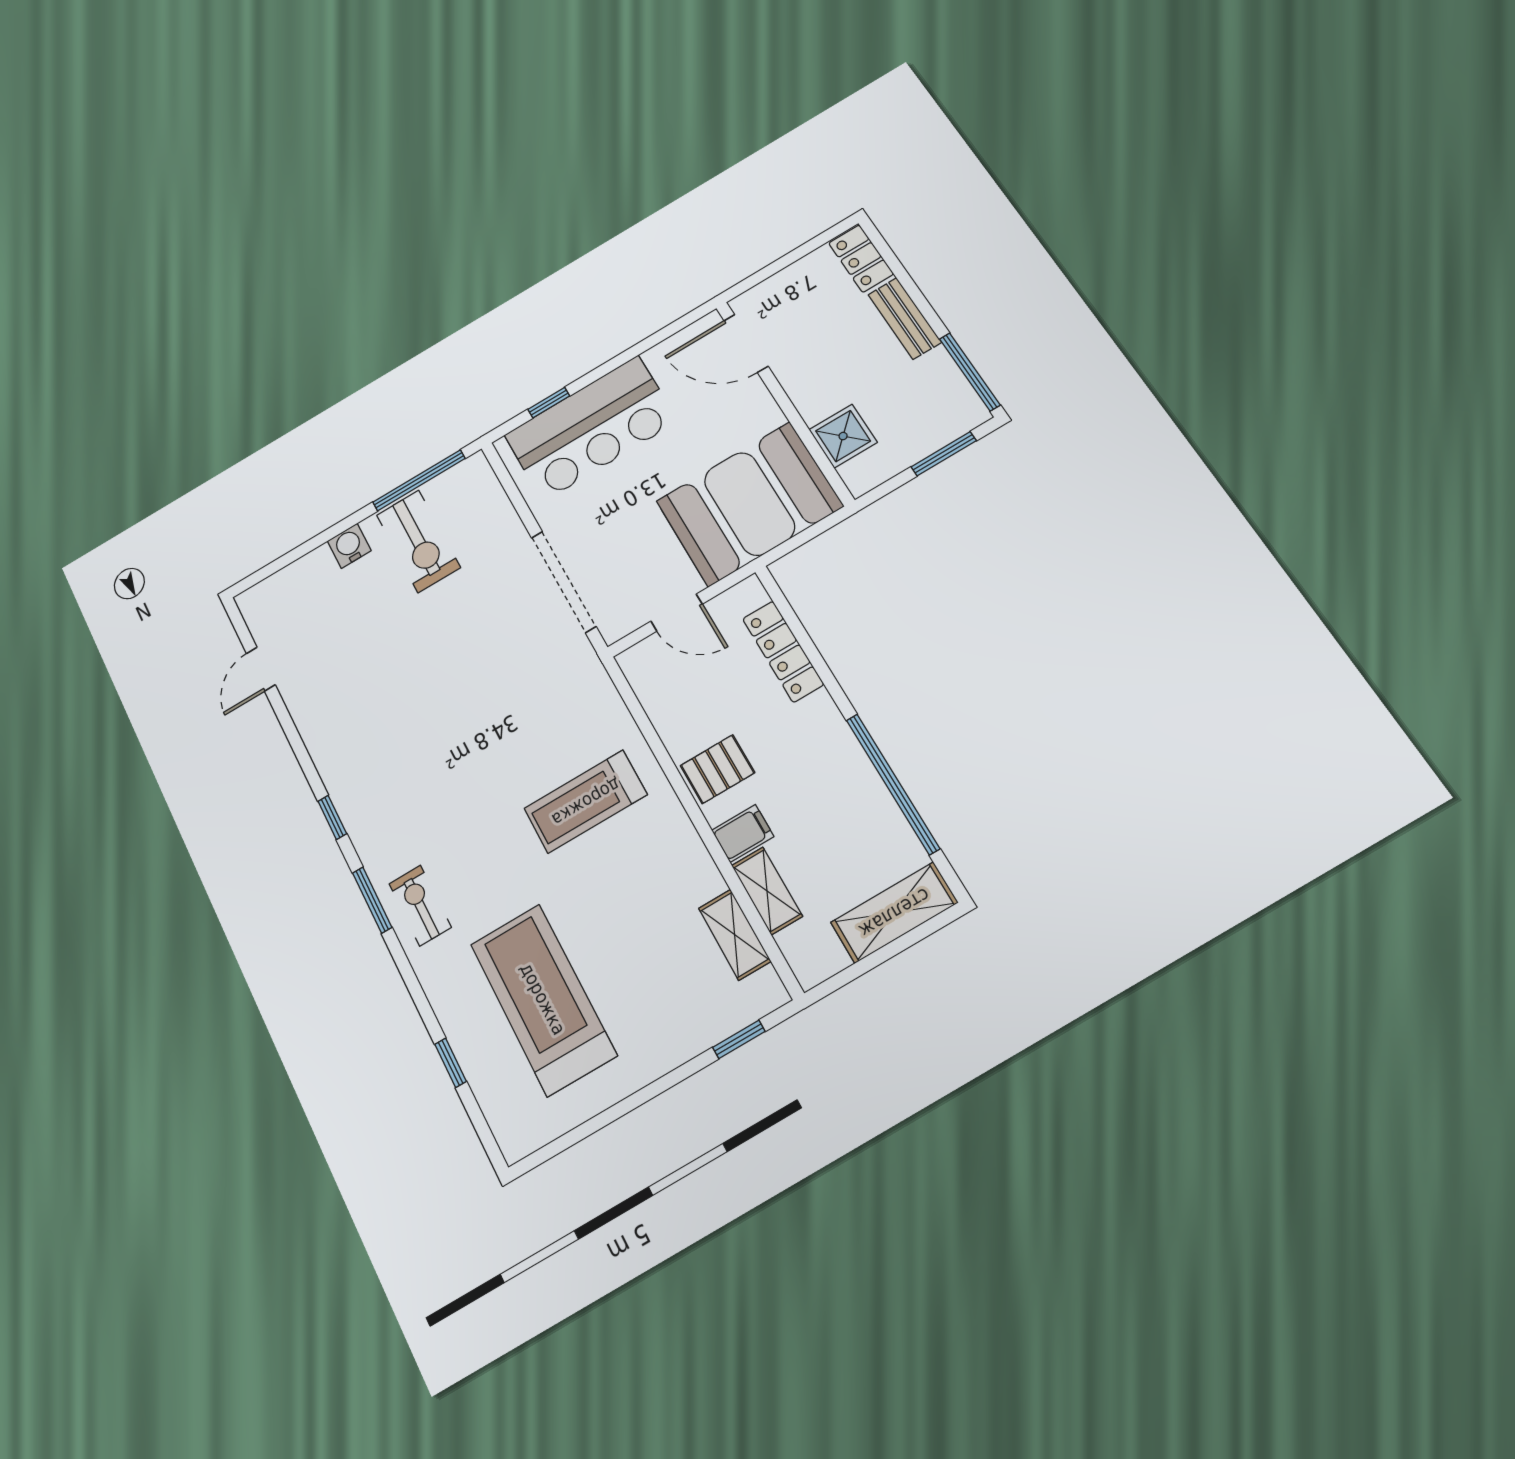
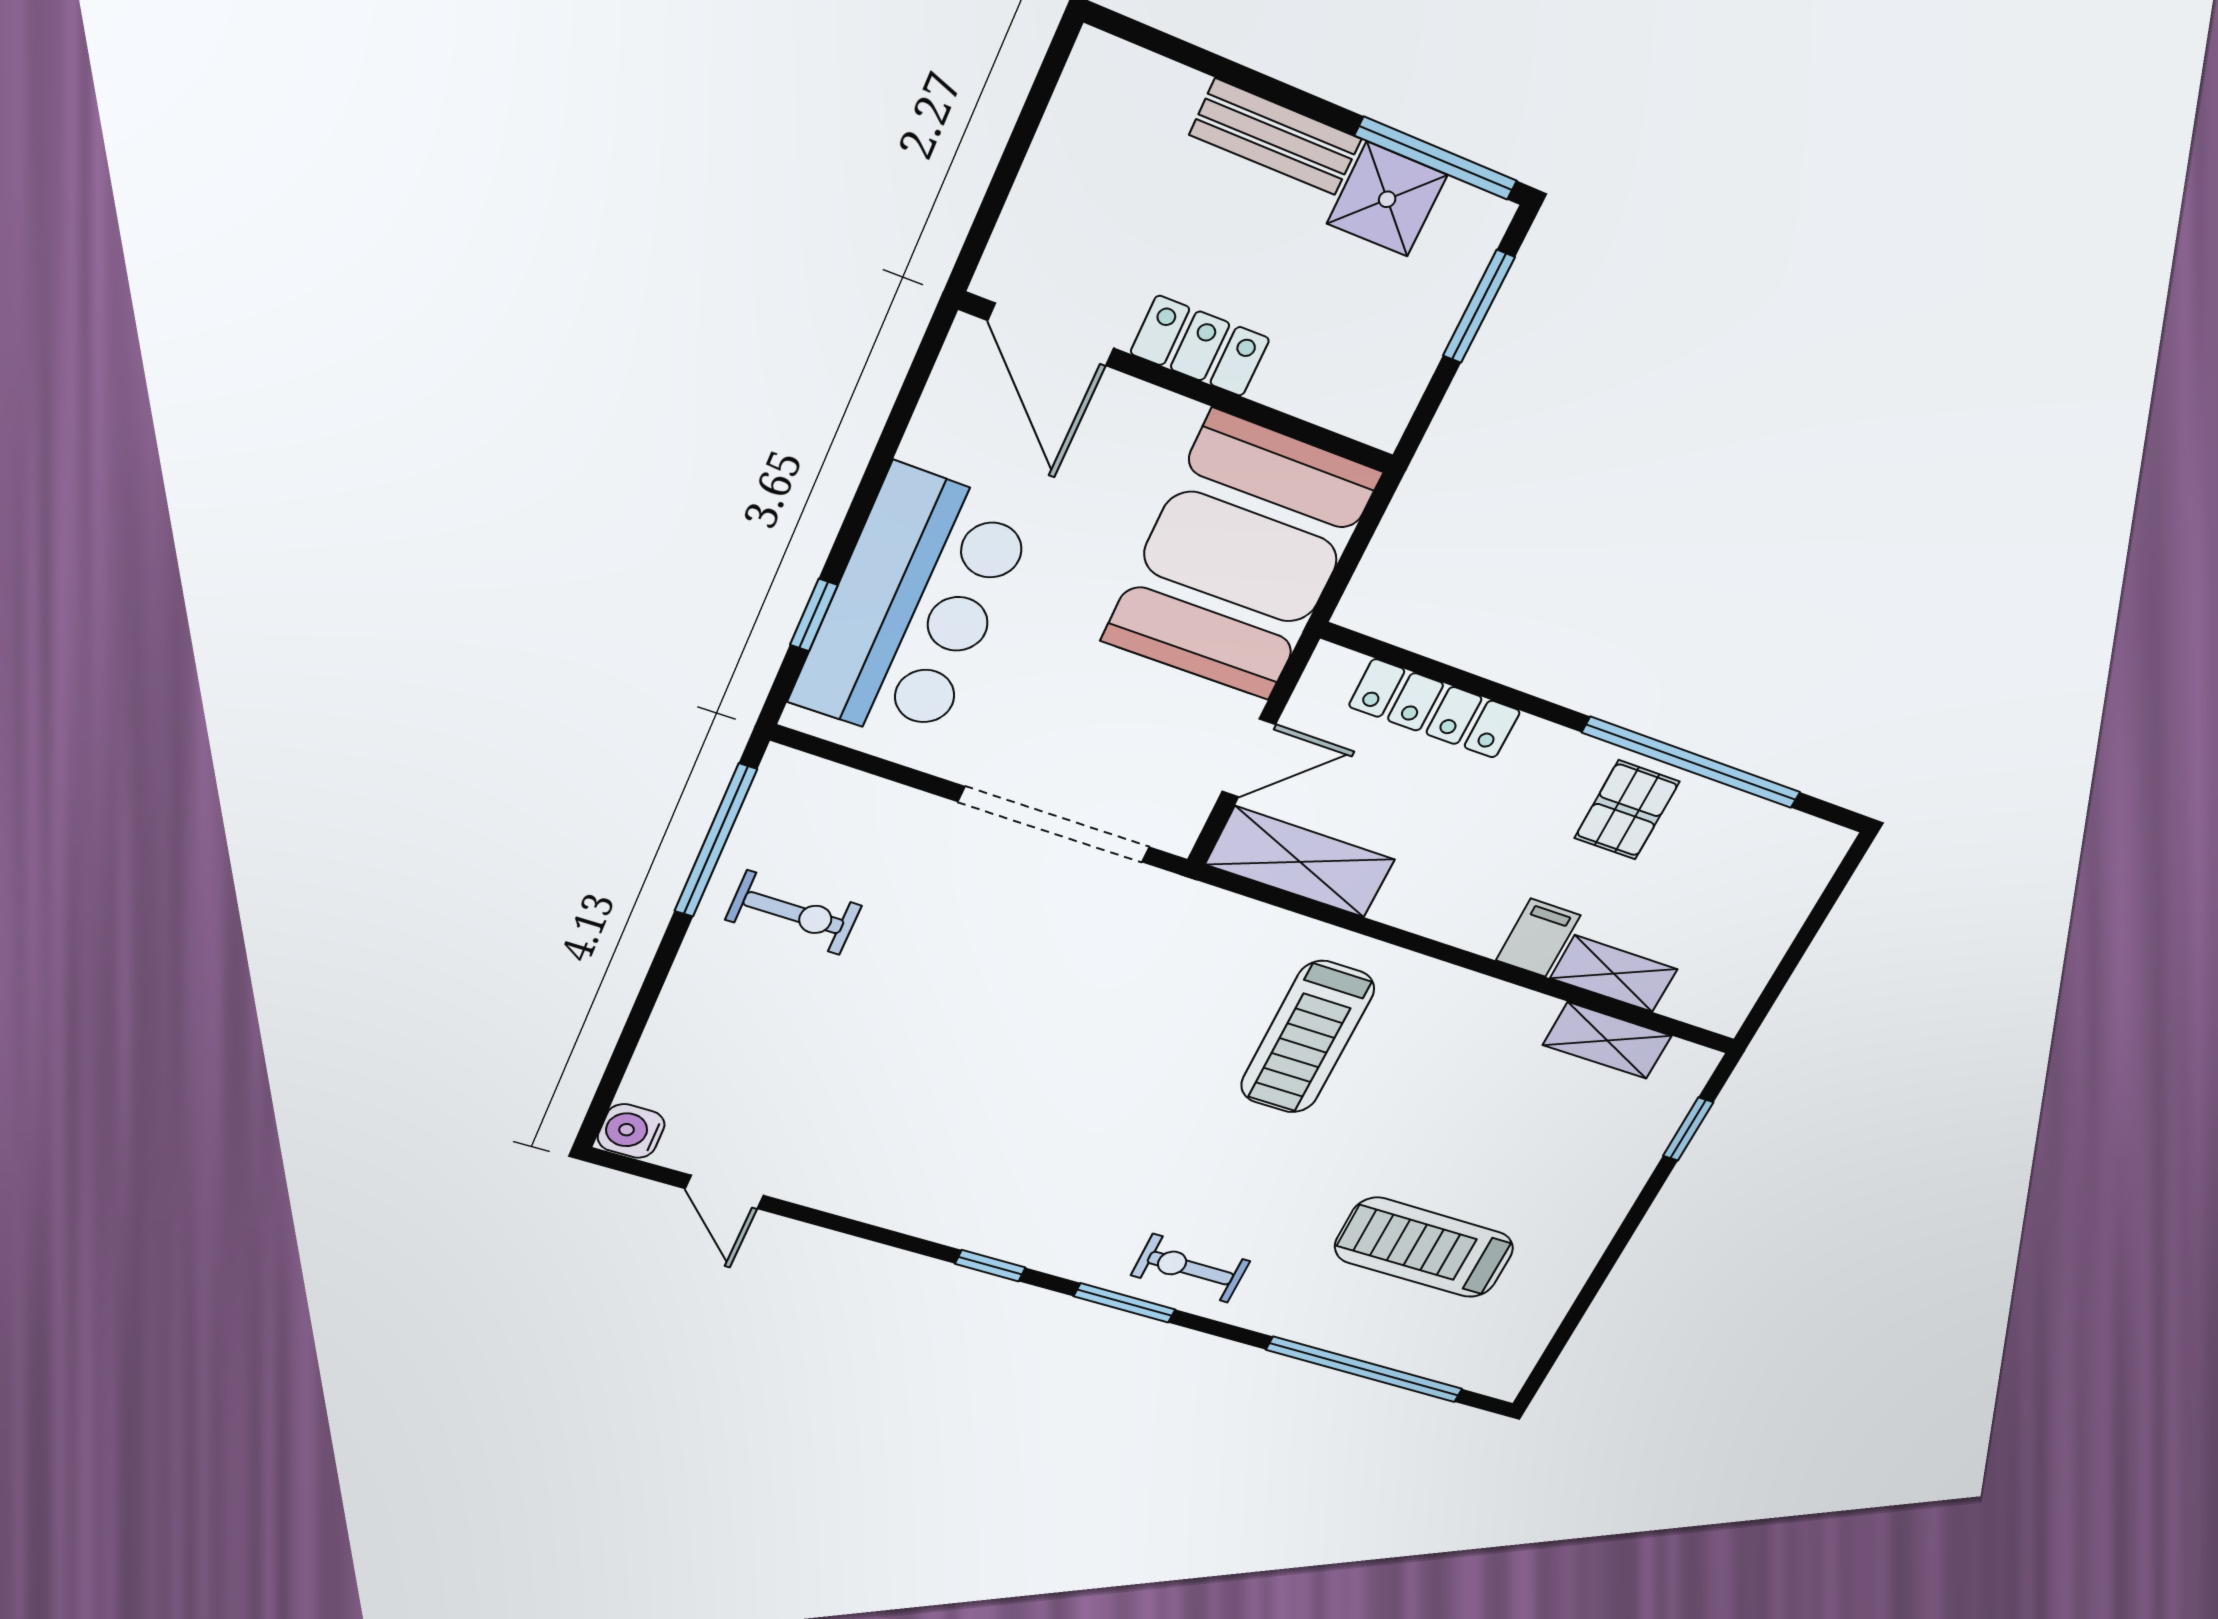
locker: (861, 258) -> (1200, 346), moved, turned 180
door: (746, 343) -> (1051, 334), hinge flipped
shower: (843, 436) -> (1387, 199), moved
exercise bike: (418, 541) -> (794, 913), width x0.73, depth x0.72
water cooler: (349, 546) -> (631, 1131), moved
pallet: (717, 769) -> (1627, 810), moved
shelving: (894, 913) -> (1300, 862), moved, turned 90
treadmill: (543, 999) -> (1424, 1248), width x0.73, depth x0.73
window: (451, 1063) -> (1365, 1369), width x3.17

